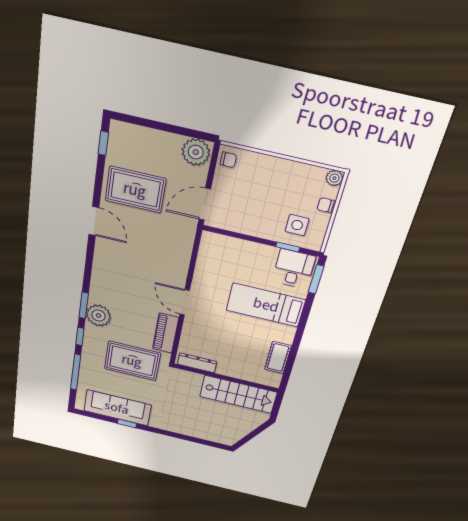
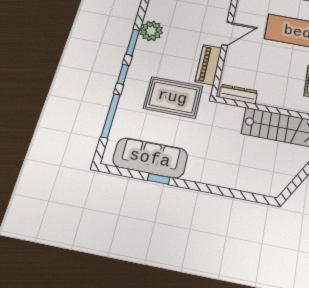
door: (185, 302) -> (227, 34), swing flipped
plant: (99, 316) -> (151, 31), moved

